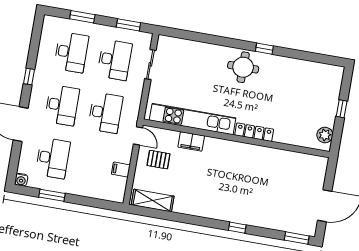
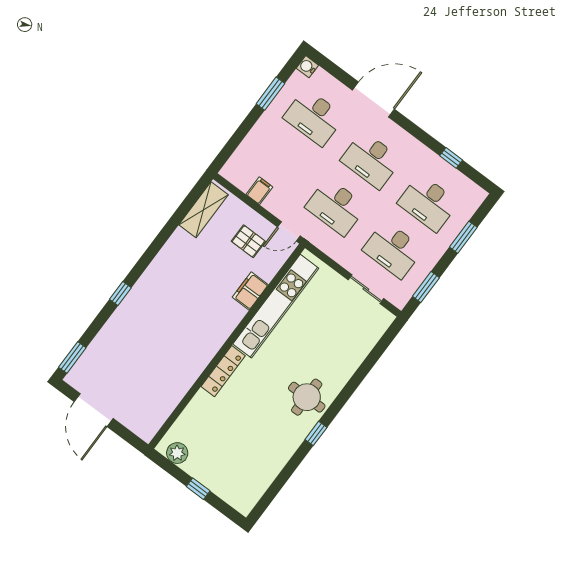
window: (29, 77) -> (451, 158), moved
pallet: (159, 160) -> (248, 241), turned 90

